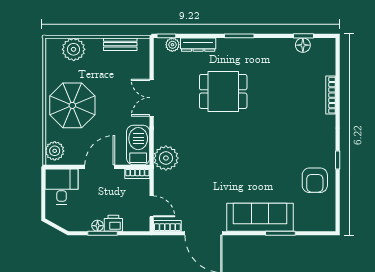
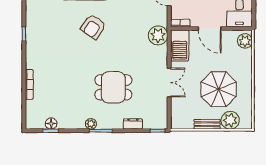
bench: (120, 44) -> (207, 124), moved
plant: (172, 45) -> (91, 124), moved
dresser: (198, 45) -> (133, 124), width x0.70
parasol: (72, 105) -> (219, 89), moved
door: (100, 167) -> (210, 28), hinge flipped
armchair: (315, 180) -> (93, 27), moved, turned -146

